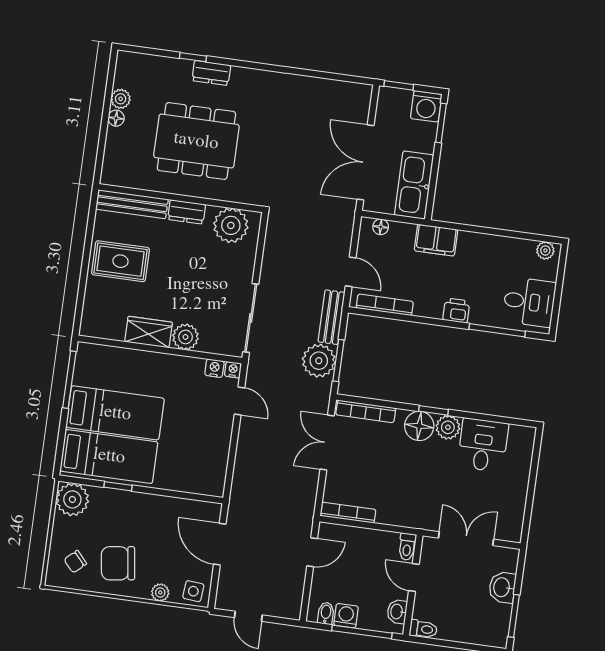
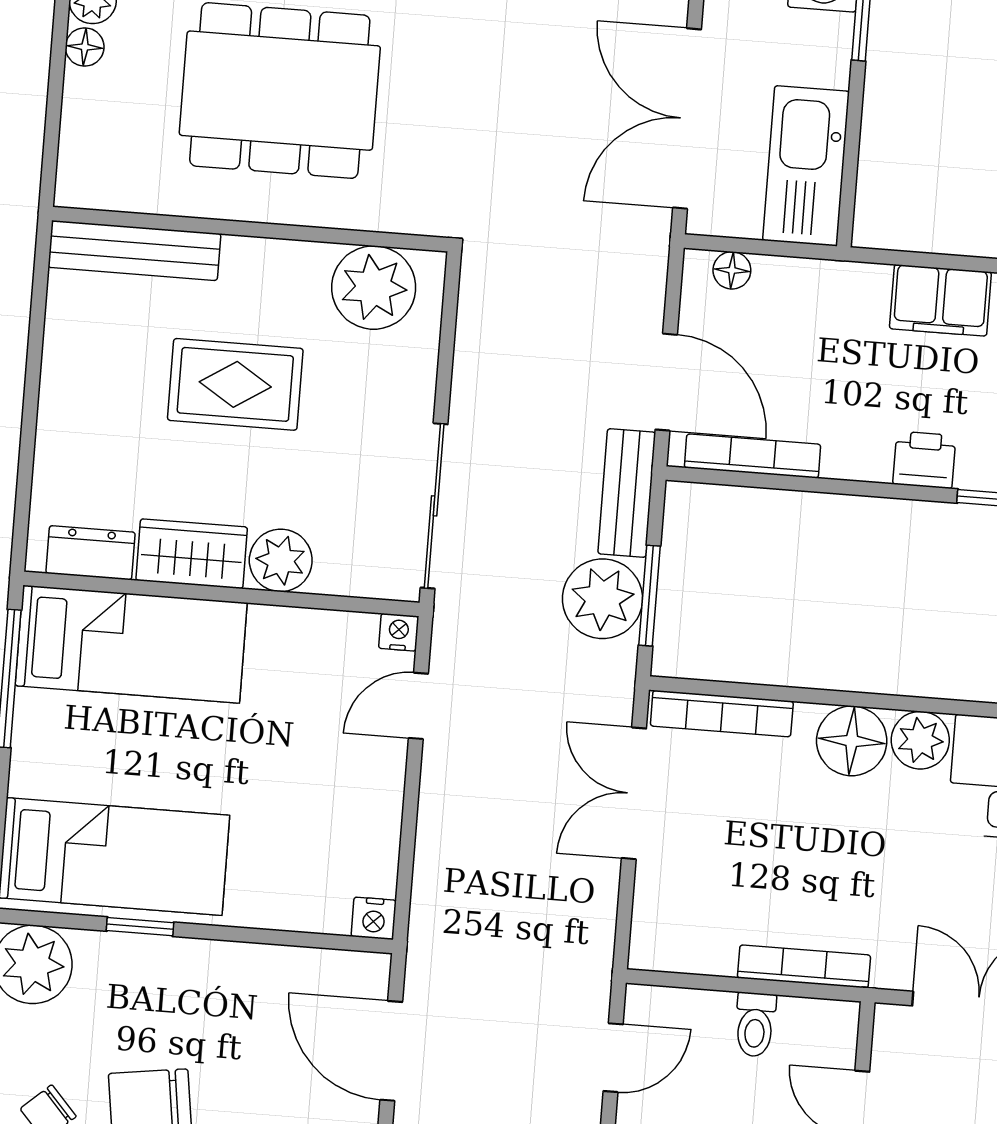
dresser: (187, 212) -> (91, 553), moved, turned 180
filing cabinet: (436, 240) -> (940, 300), moved
rug: (120, 261) -> (235, 384), moved
door: (351, 272) -> (666, 382), width x1.38
nightstand: (214, 368) -> (374, 918), moved, turned 180
door: (239, 401) -> (418, 706), swing flipped
window: (434, 410) -> (884, 702), removed
bed: (115, 413) -> (131, 644), moved
bookcase: (348, 513) -> (804, 967), moved
toilet: (407, 547) -> (755, 1025), moved

